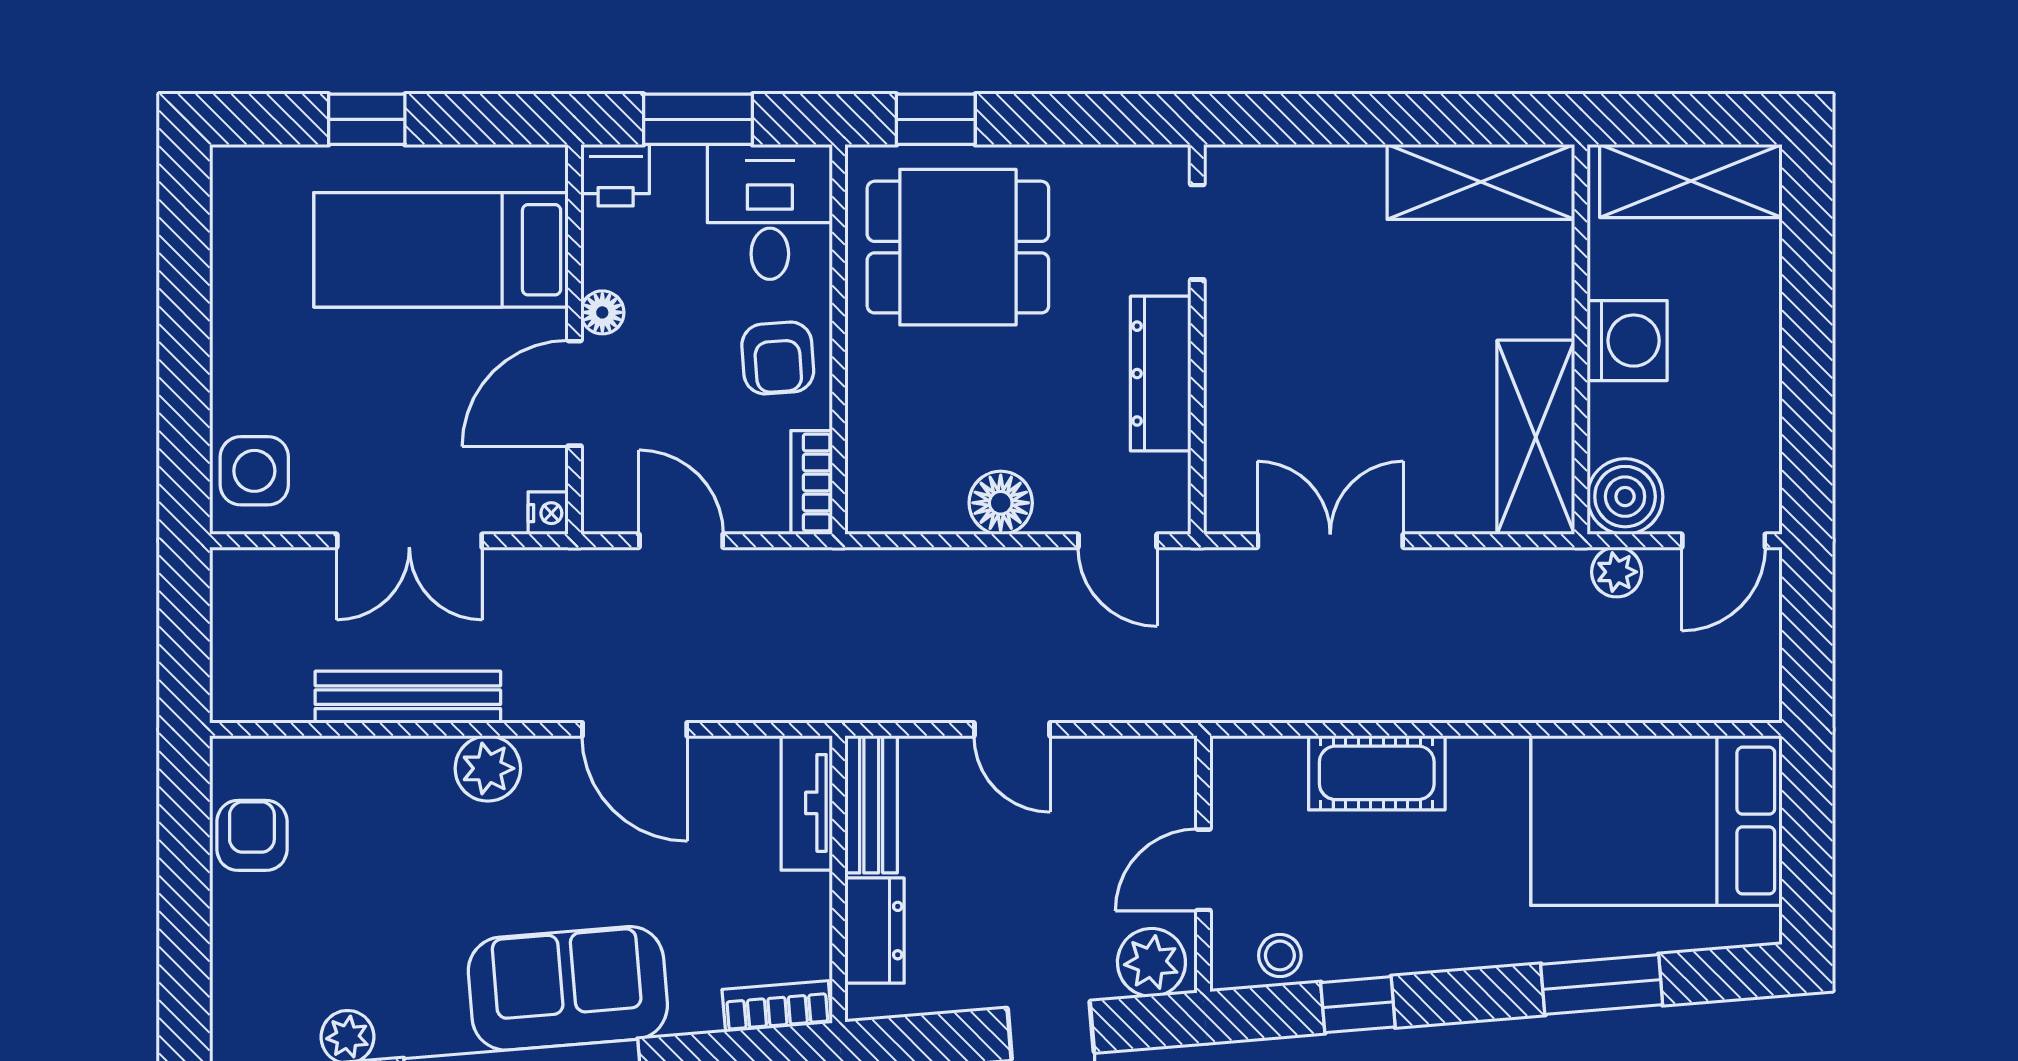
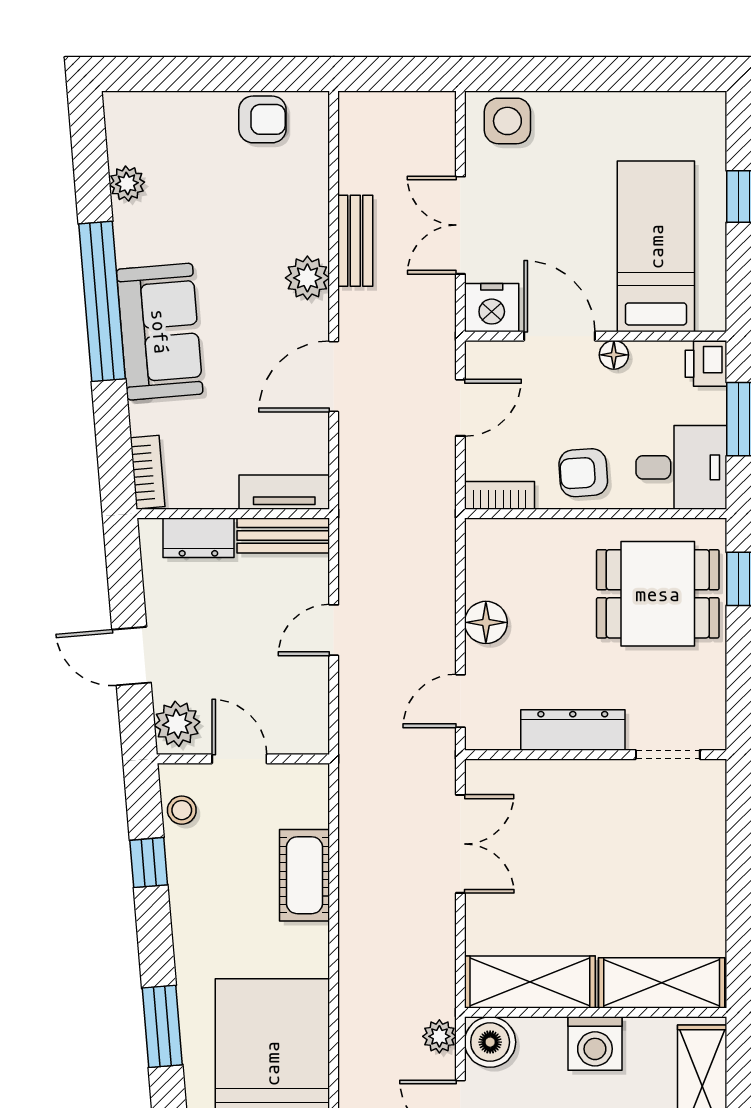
shelving: (1481, 182) -> (662, 983), moved, turned 90
dining table: (958, 247) -> (658, 594), turned 90
nightstand: (548, 513) -> (492, 308), width x1.89, depth x1.79
bench: (408, 697) -> (355, 241), width x0.73

